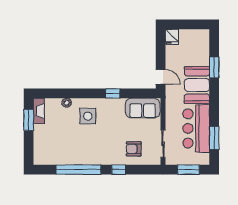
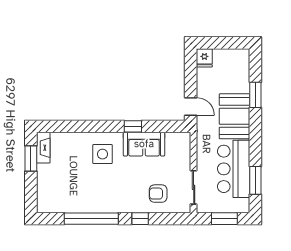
plant: (67, 103) -> (77, 138), removed
sofa: (143, 108) -> (144, 144), moved

